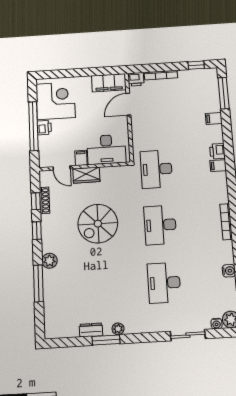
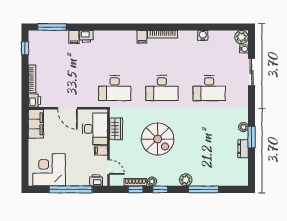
door: (128, 104) -> (68, 108), moved
printer: (44, 128) -> (96, 180), moved
printer: (217, 151) -> (86, 36), moved
filing cabinet: (218, 166) -> (142, 37), moved
door: (62, 168) -> (109, 167), hinge flipped
wardrobe: (86, 175) -> (116, 129), moved
plant: (46, 220) -> (152, 181), added

